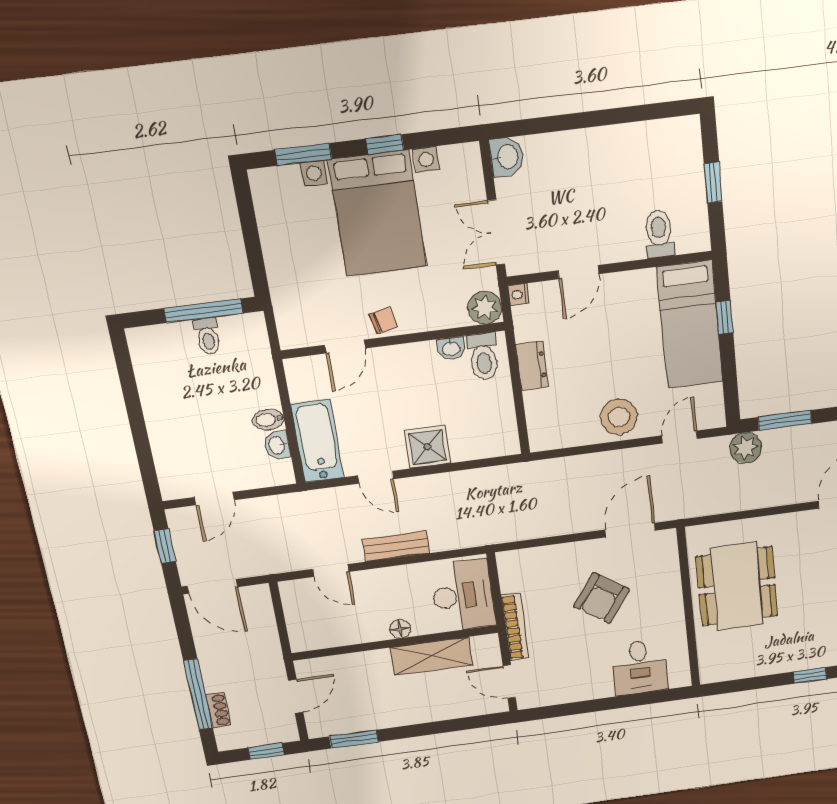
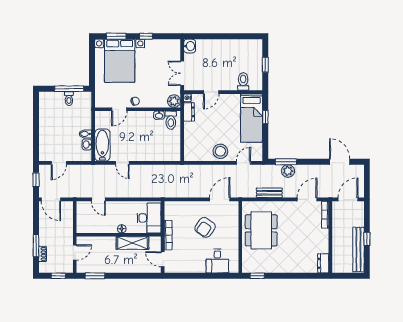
bed with nightstands: (378, 213) -> (120, 61), moved
dresser: (532, 366) -> (189, 112), moved
shower: (427, 447) -> (144, 153), removed
plant: (746, 448) -> (288, 171), moved
bench: (396, 546) -> (269, 193), moved
window: (810, 675) -> (257, 276), moved
window: (198, 694) -> (36, 246), width x0.69

